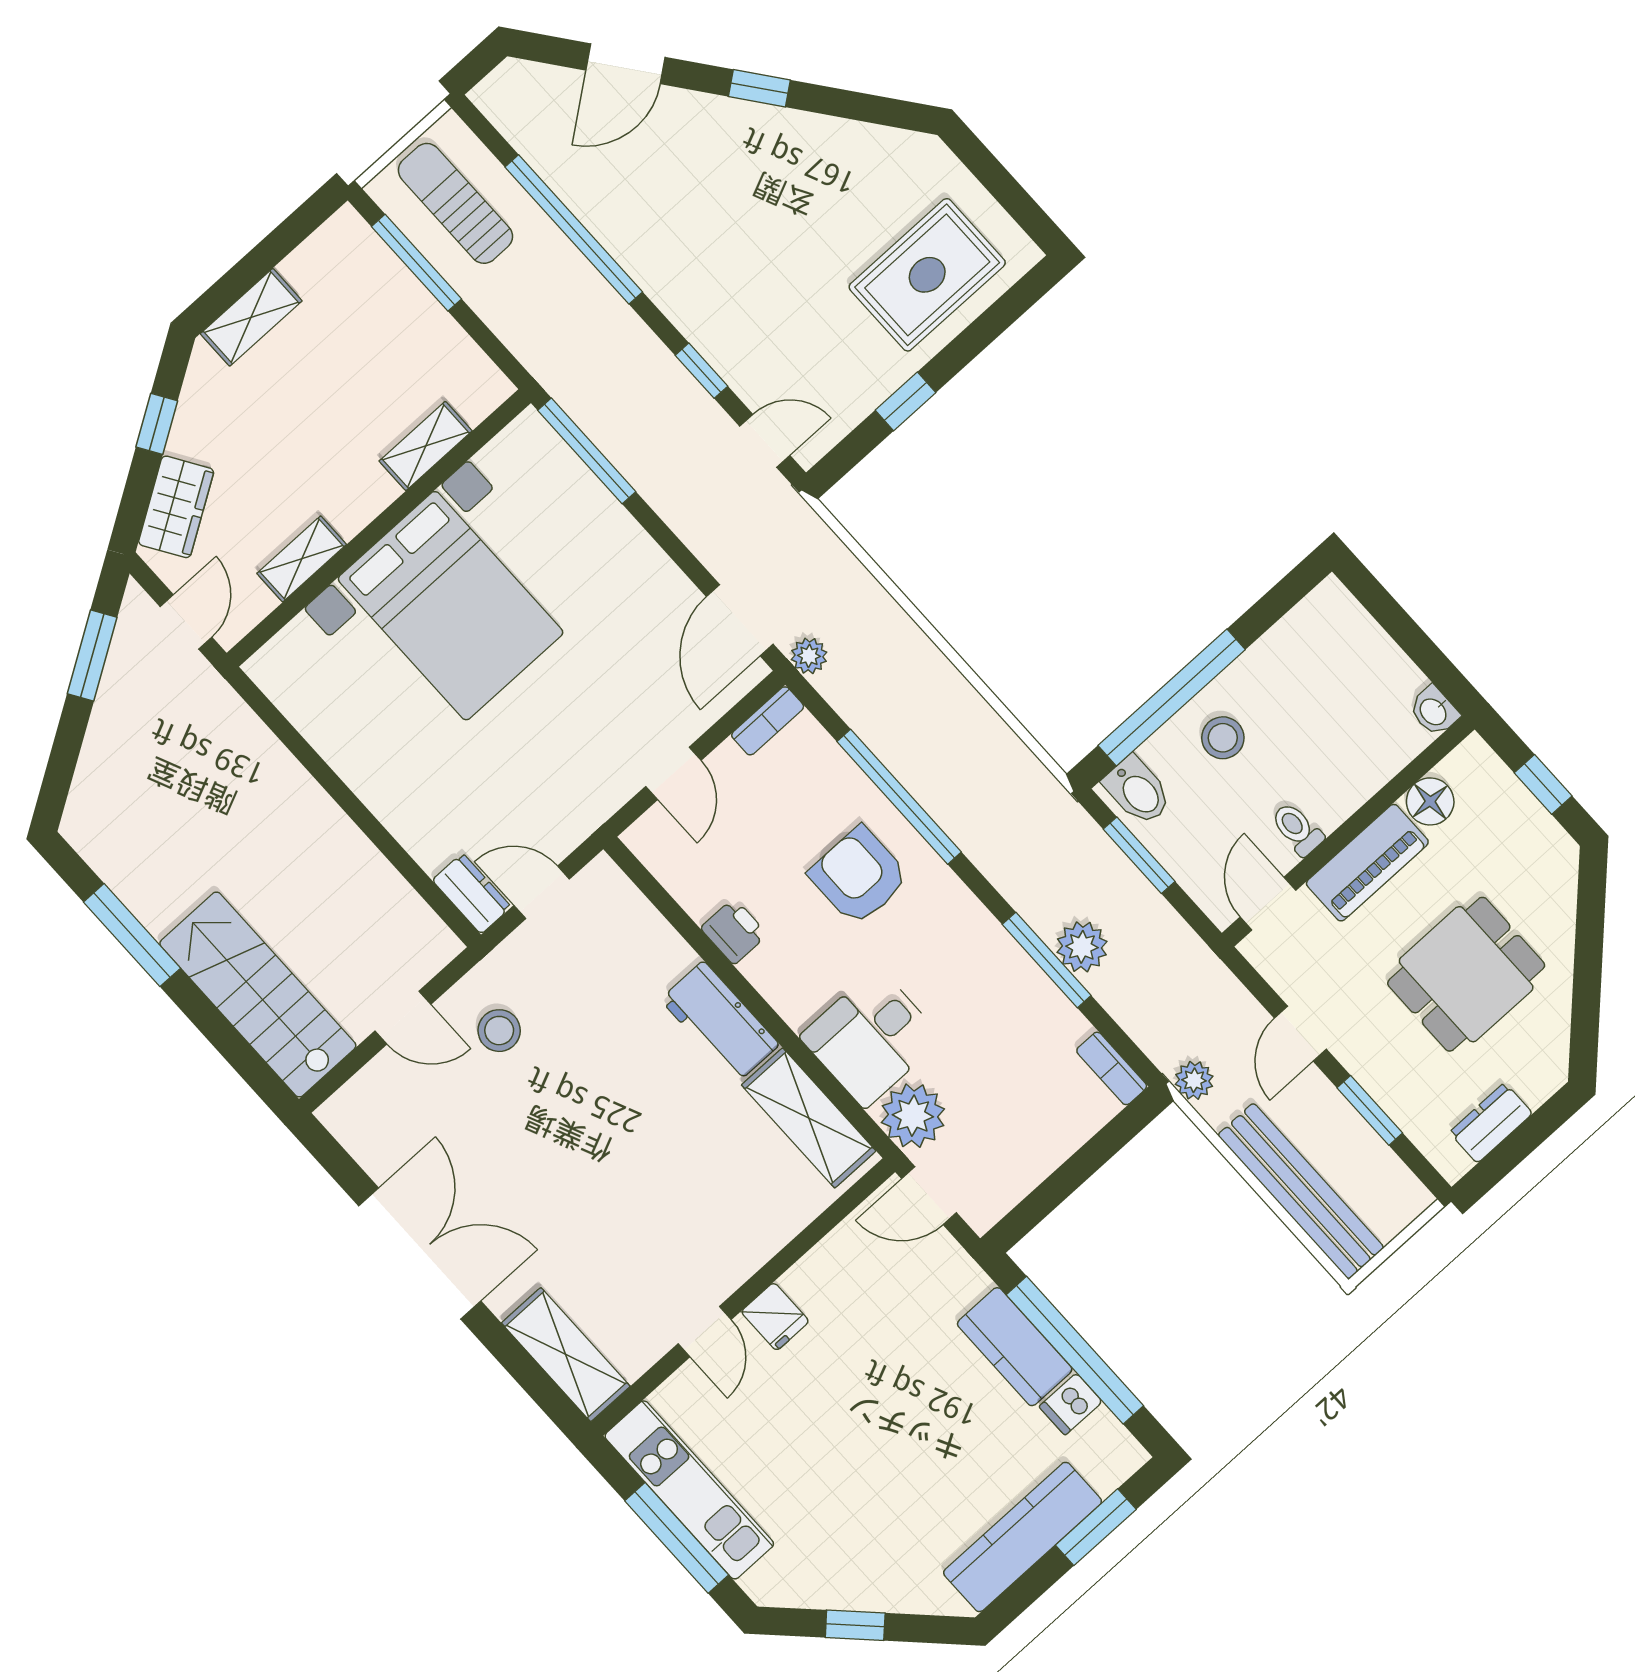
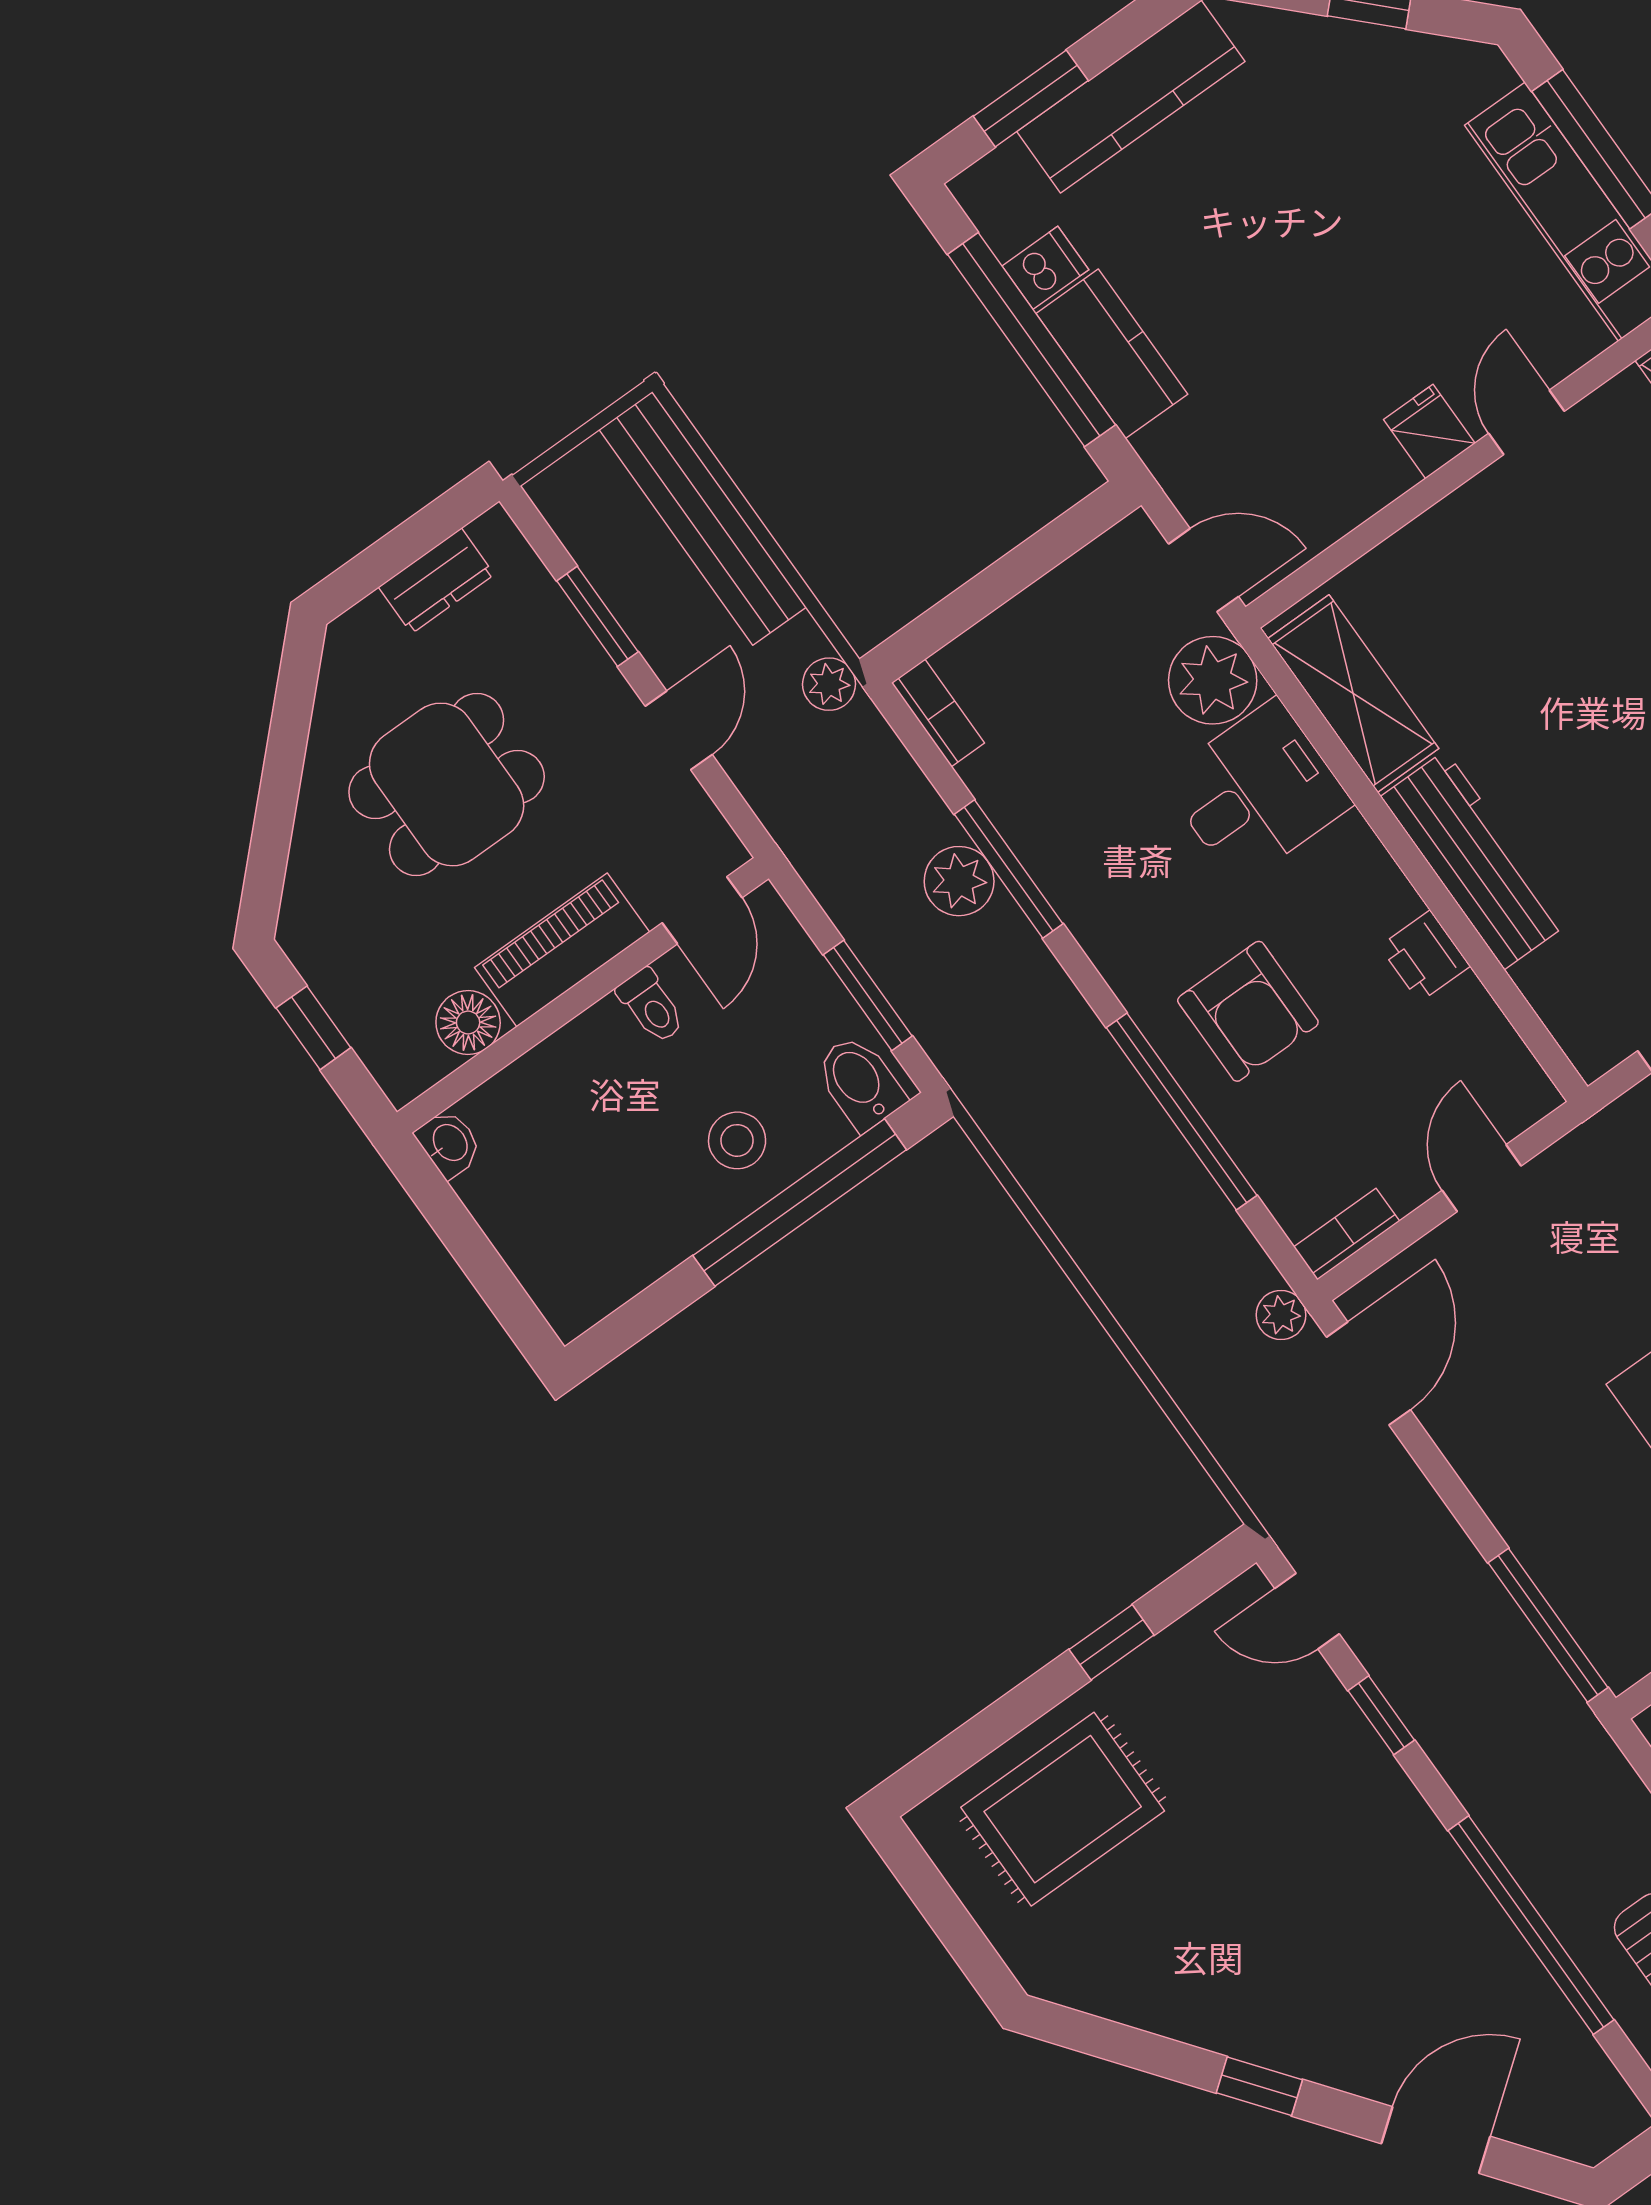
workbench: (720, 1022) -> (1475, 860), width x1.38

